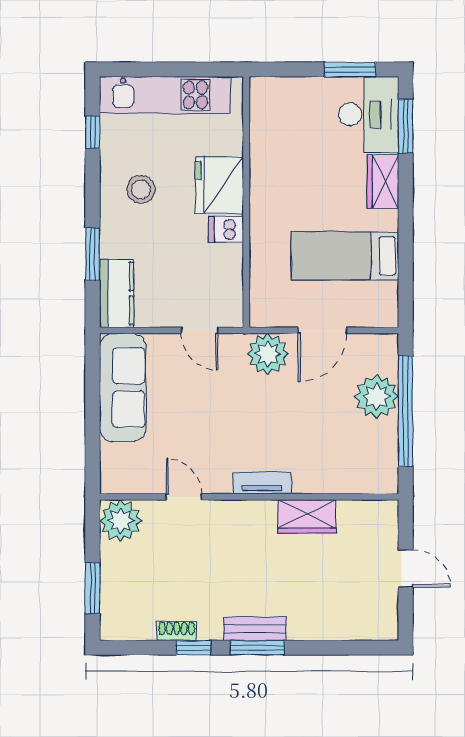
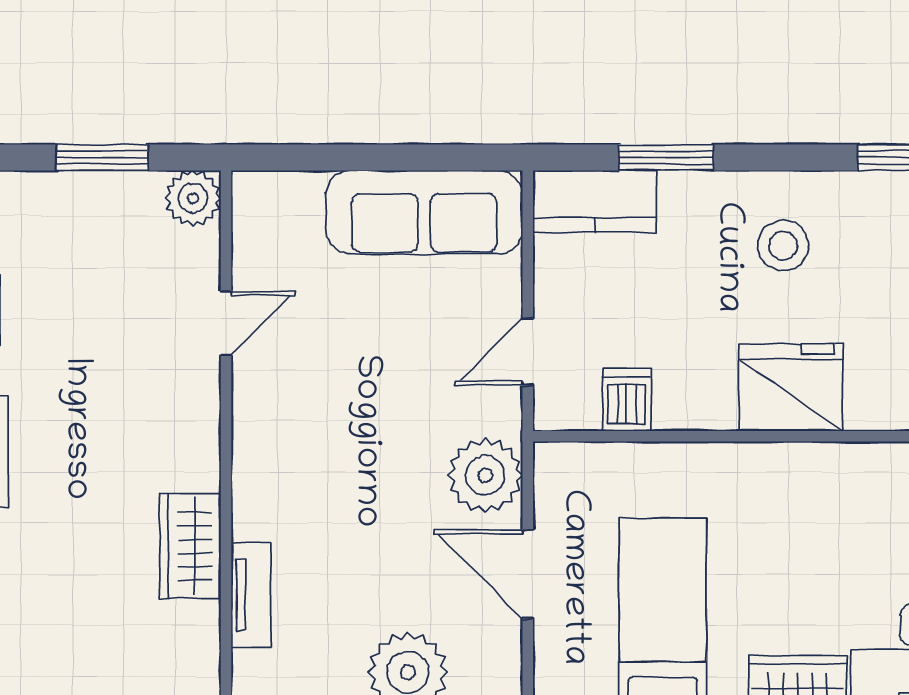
dishwasher: (226, 229) -> (627, 400), moved
tv unit: (262, 483) -> (251, 595), moved
plant: (121, 521) -> (193, 198), width x0.73, depth x0.73
window: (93, 588) -> (102, 157), moved

